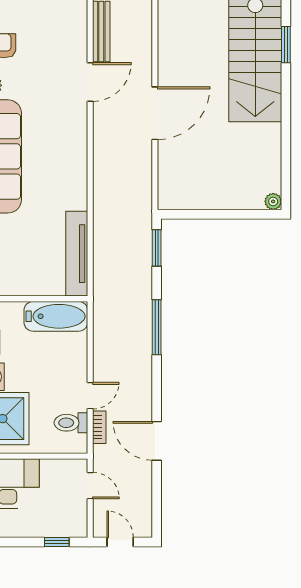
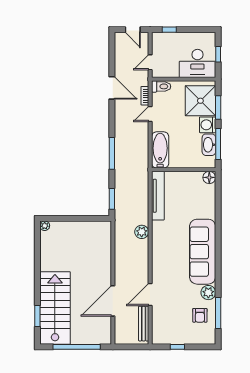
door: (155, 113) -> (113, 301), moved
plant: (105, 191) -> (142, 232), added
bathtub: (56, 316) -> (160, 150), moved, turned 90
toilet: (71, 423) -> (161, 86), moved
door: (90, 486) -> (150, 62), hinge flipped

